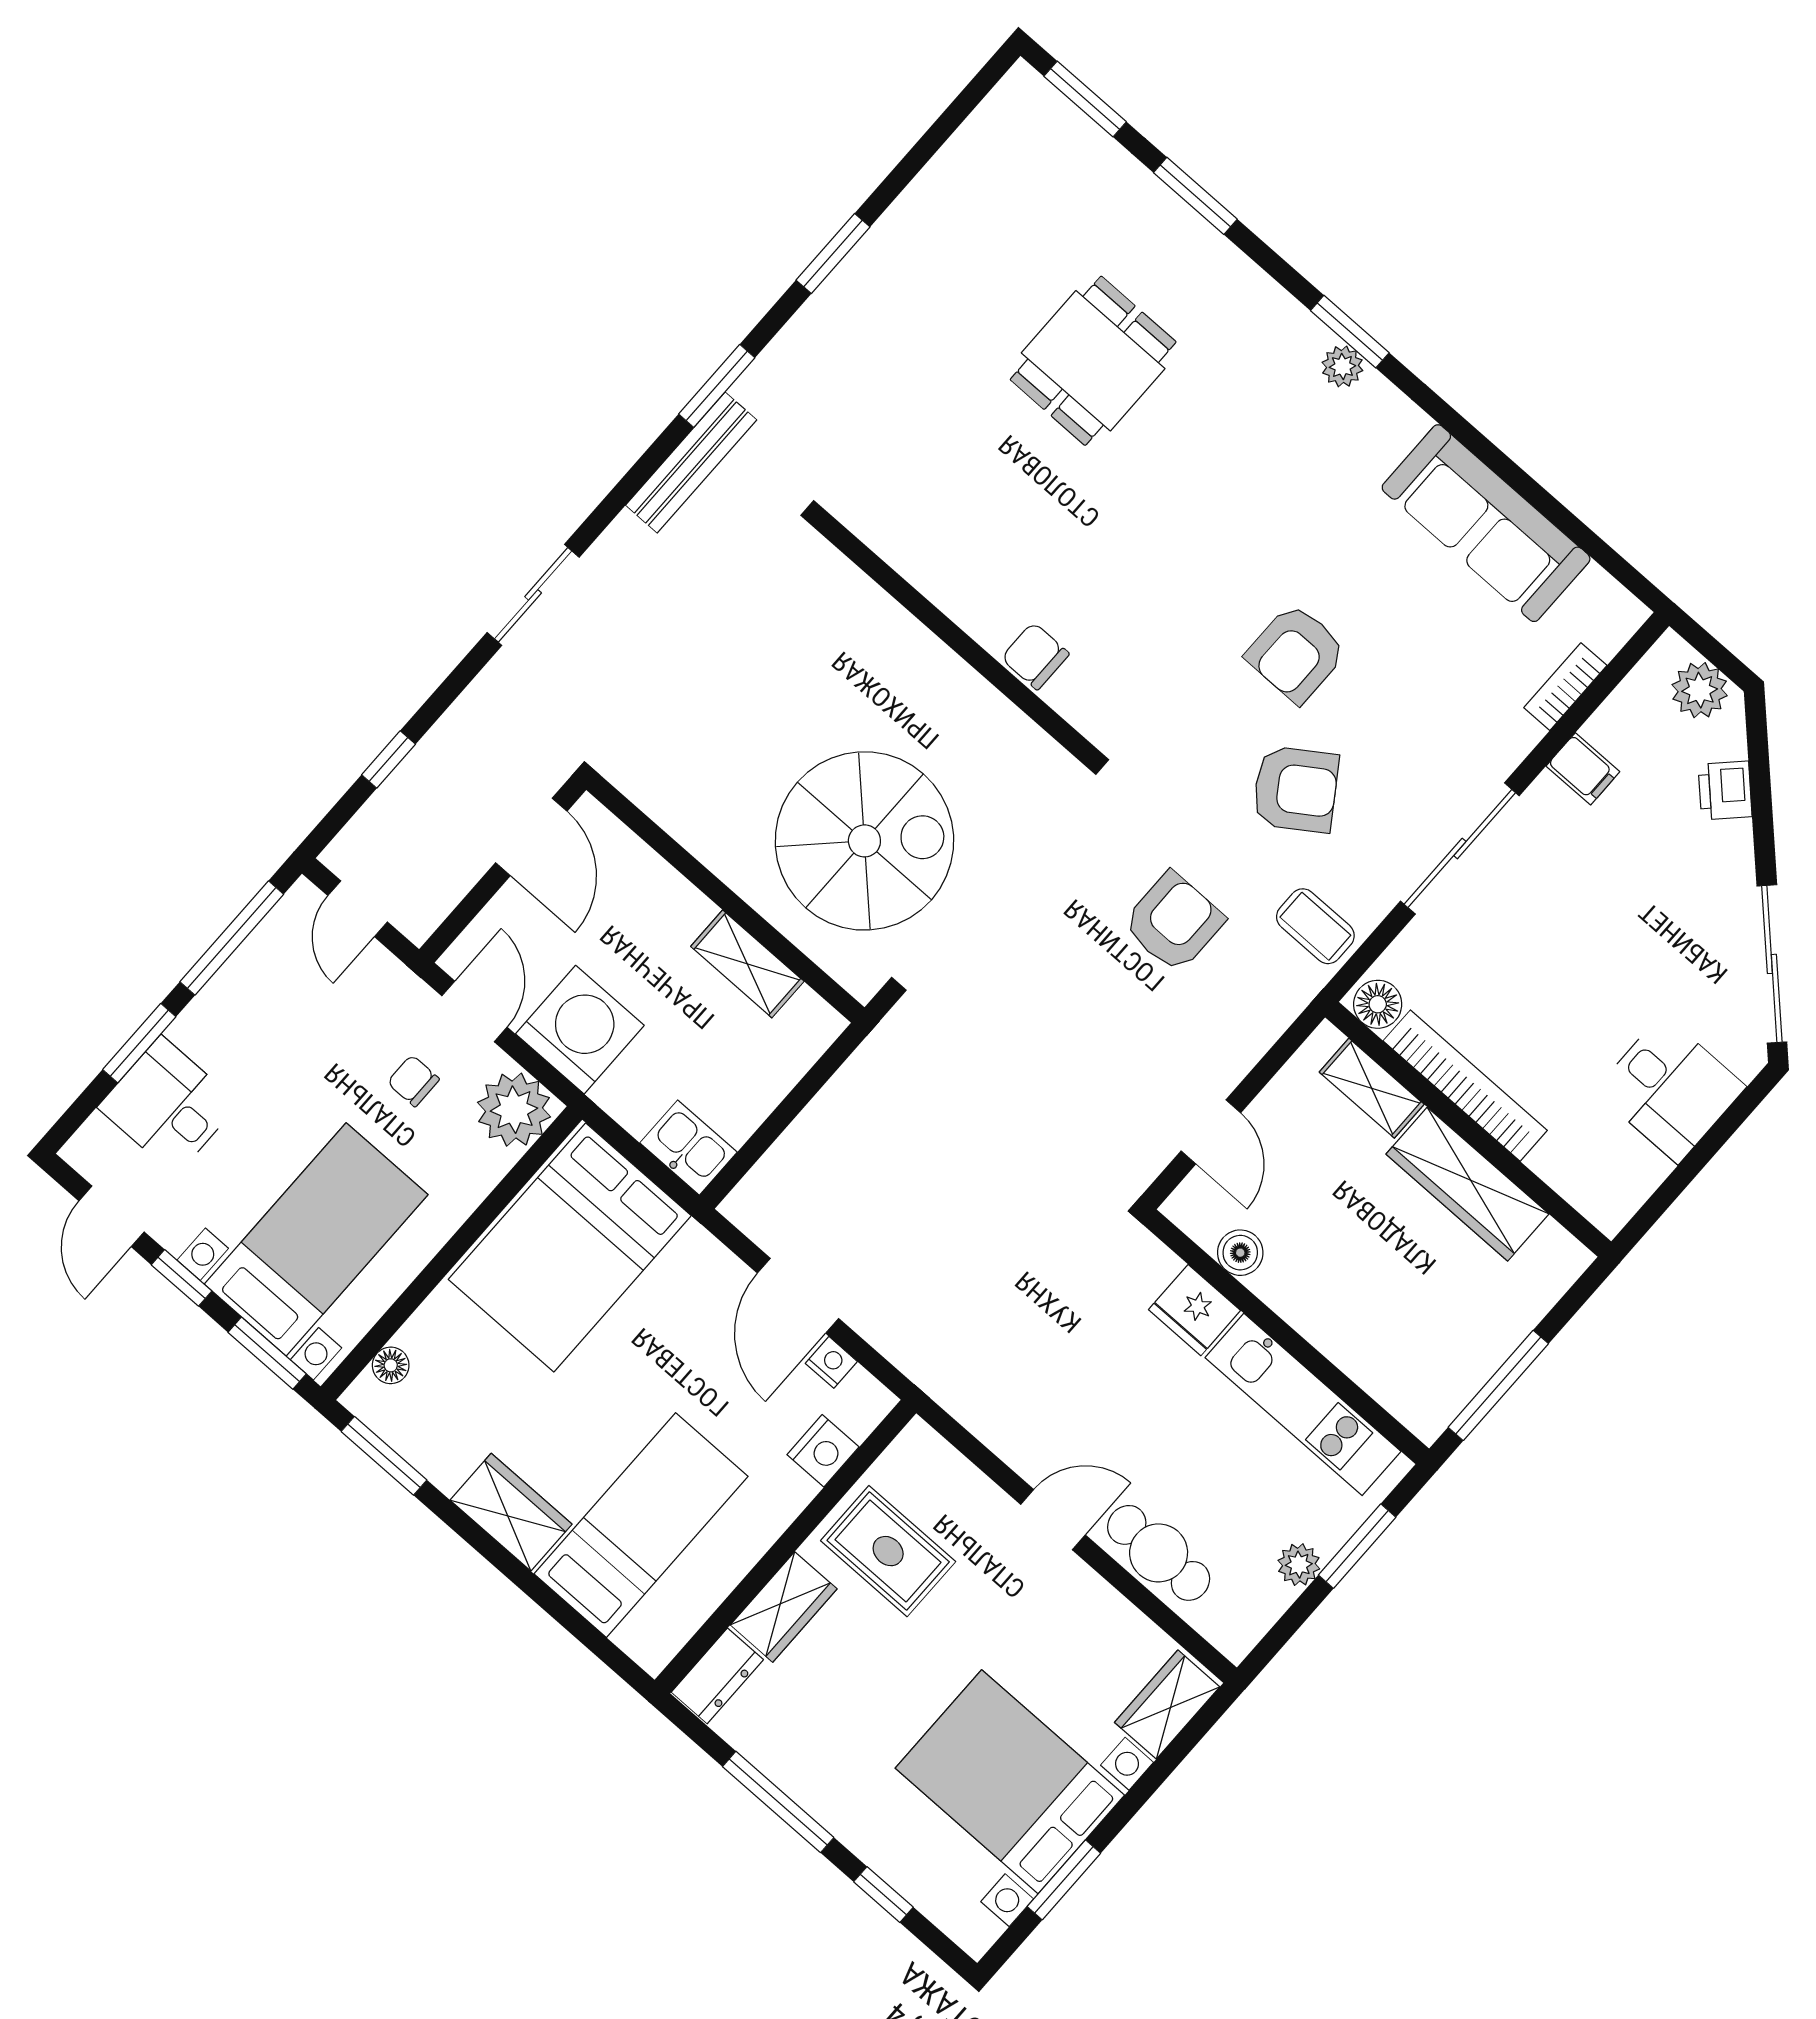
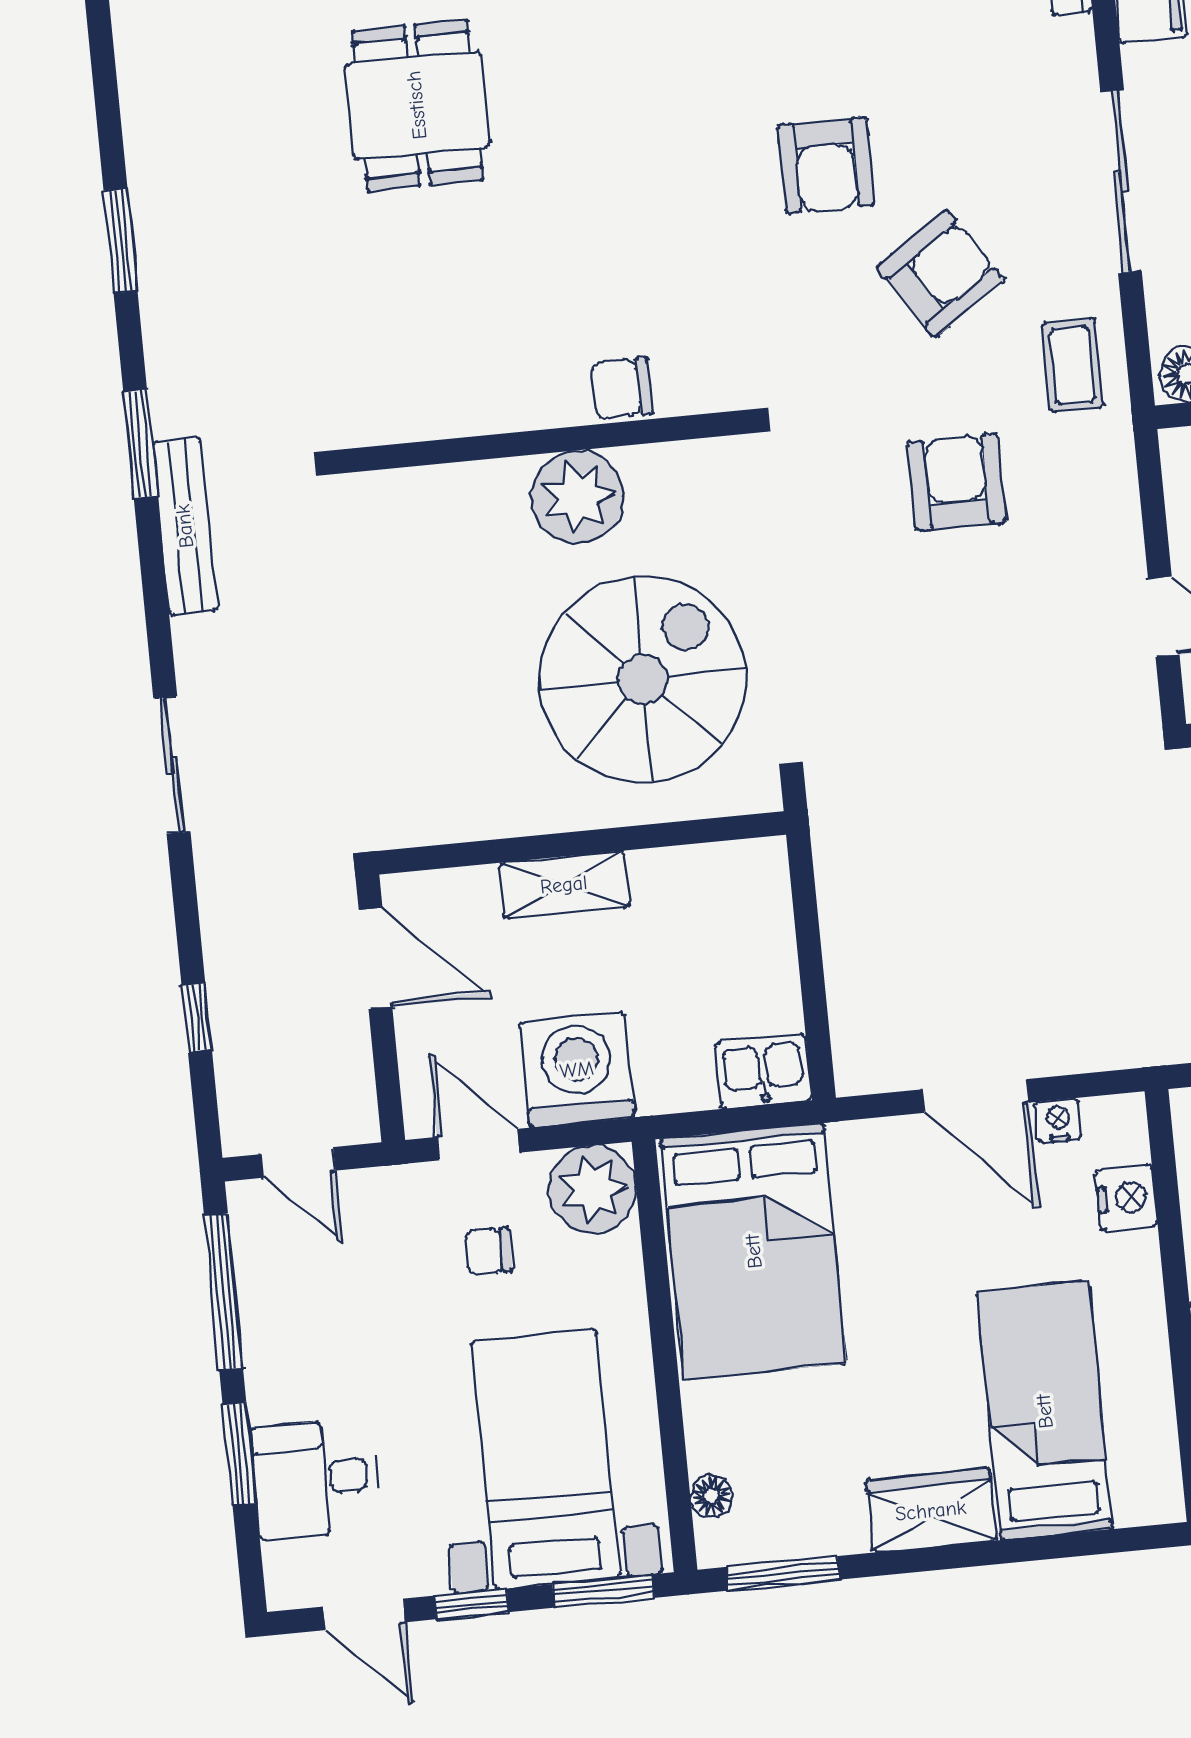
plant: (941, 692) -> (578, 497), added
coffee table: (1315, 926) -> (1072, 365), turned 90
shelving: (747, 964) -> (564, 885), moved

